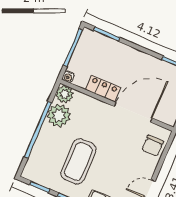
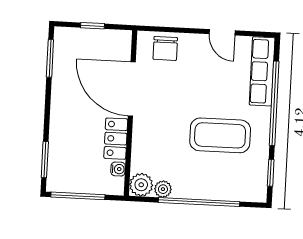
water cooler: (68, 77) -> (118, 169), moved
plant: (59, 115) -> (163, 189), width x0.53, depth x0.53
chair: (153, 146) -> (165, 48), turned 90

